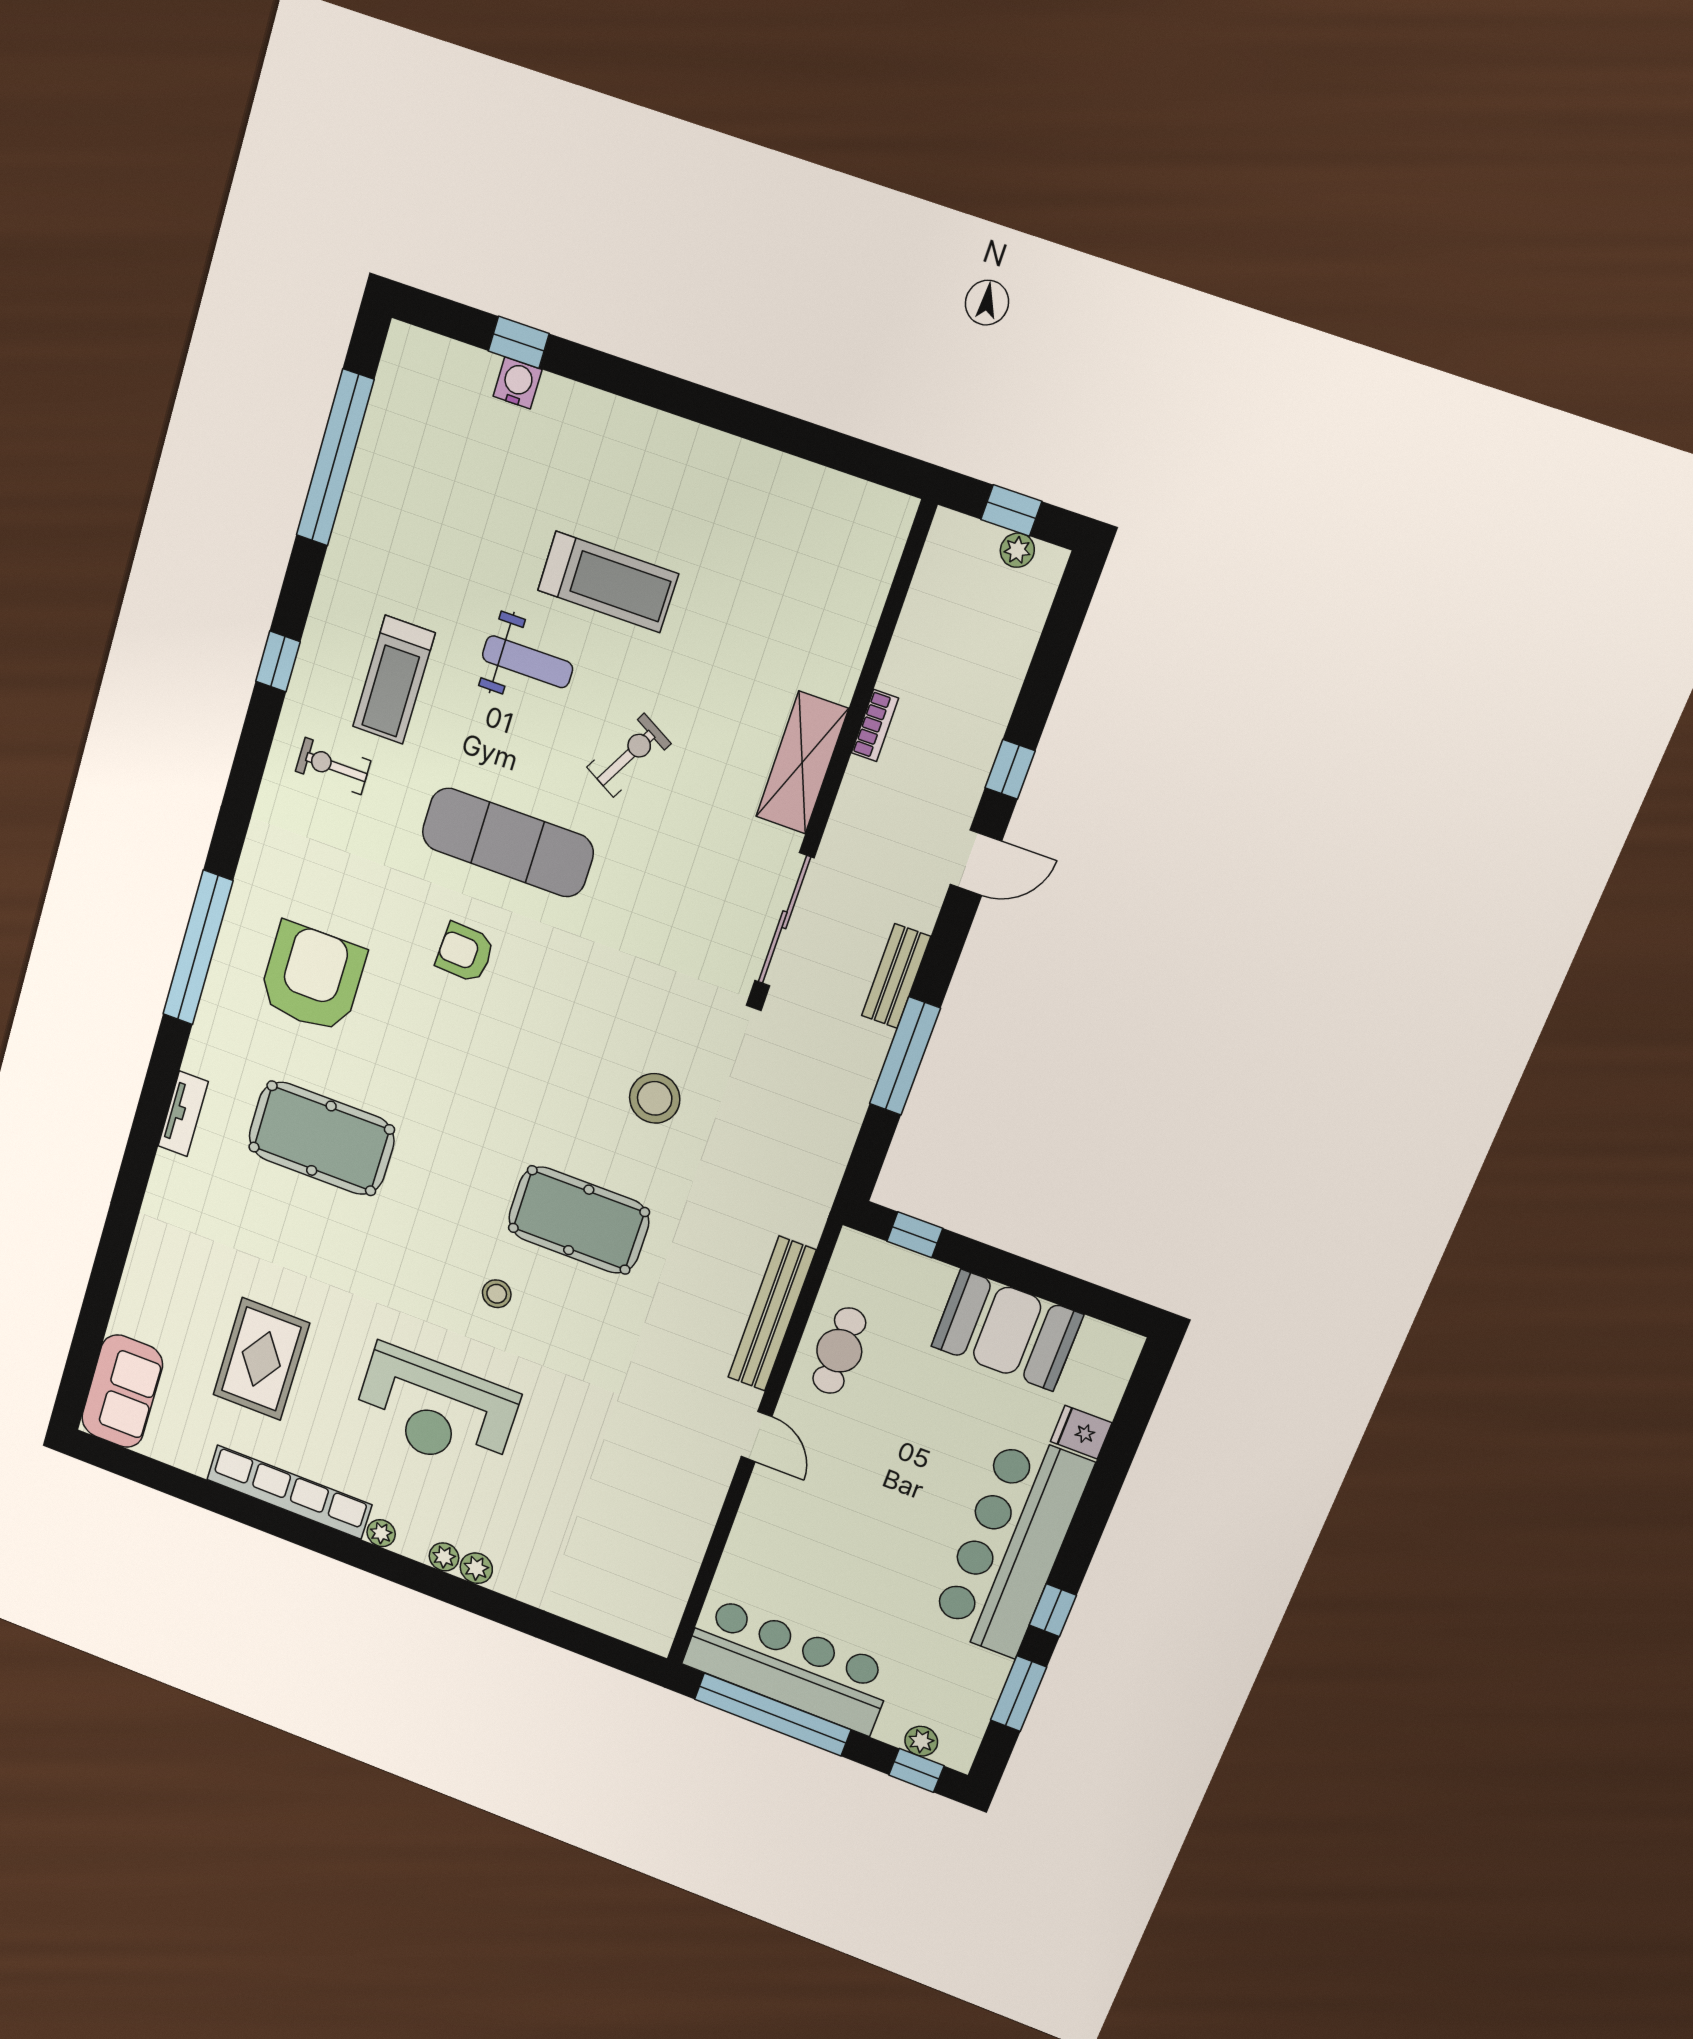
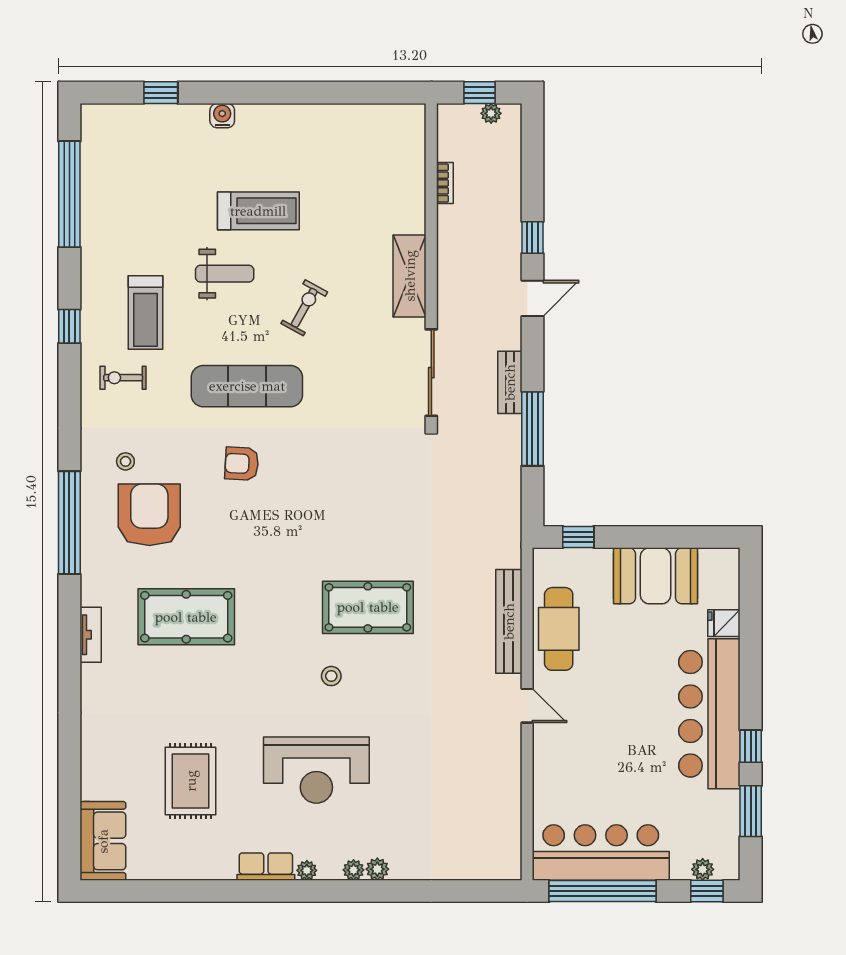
water cooler: (518, 383) -> (222, 116), moved
bookcase: (875, 726) -> (445, 183), moved
stool: (655, 1098) -> (125, 461), moved, width x0.53, depth x0.53
cafe table: (839, 1351) -> (559, 629), width x1.37, depth x1.35
row of seats: (289, 1492) -> (266, 867), width x0.50

